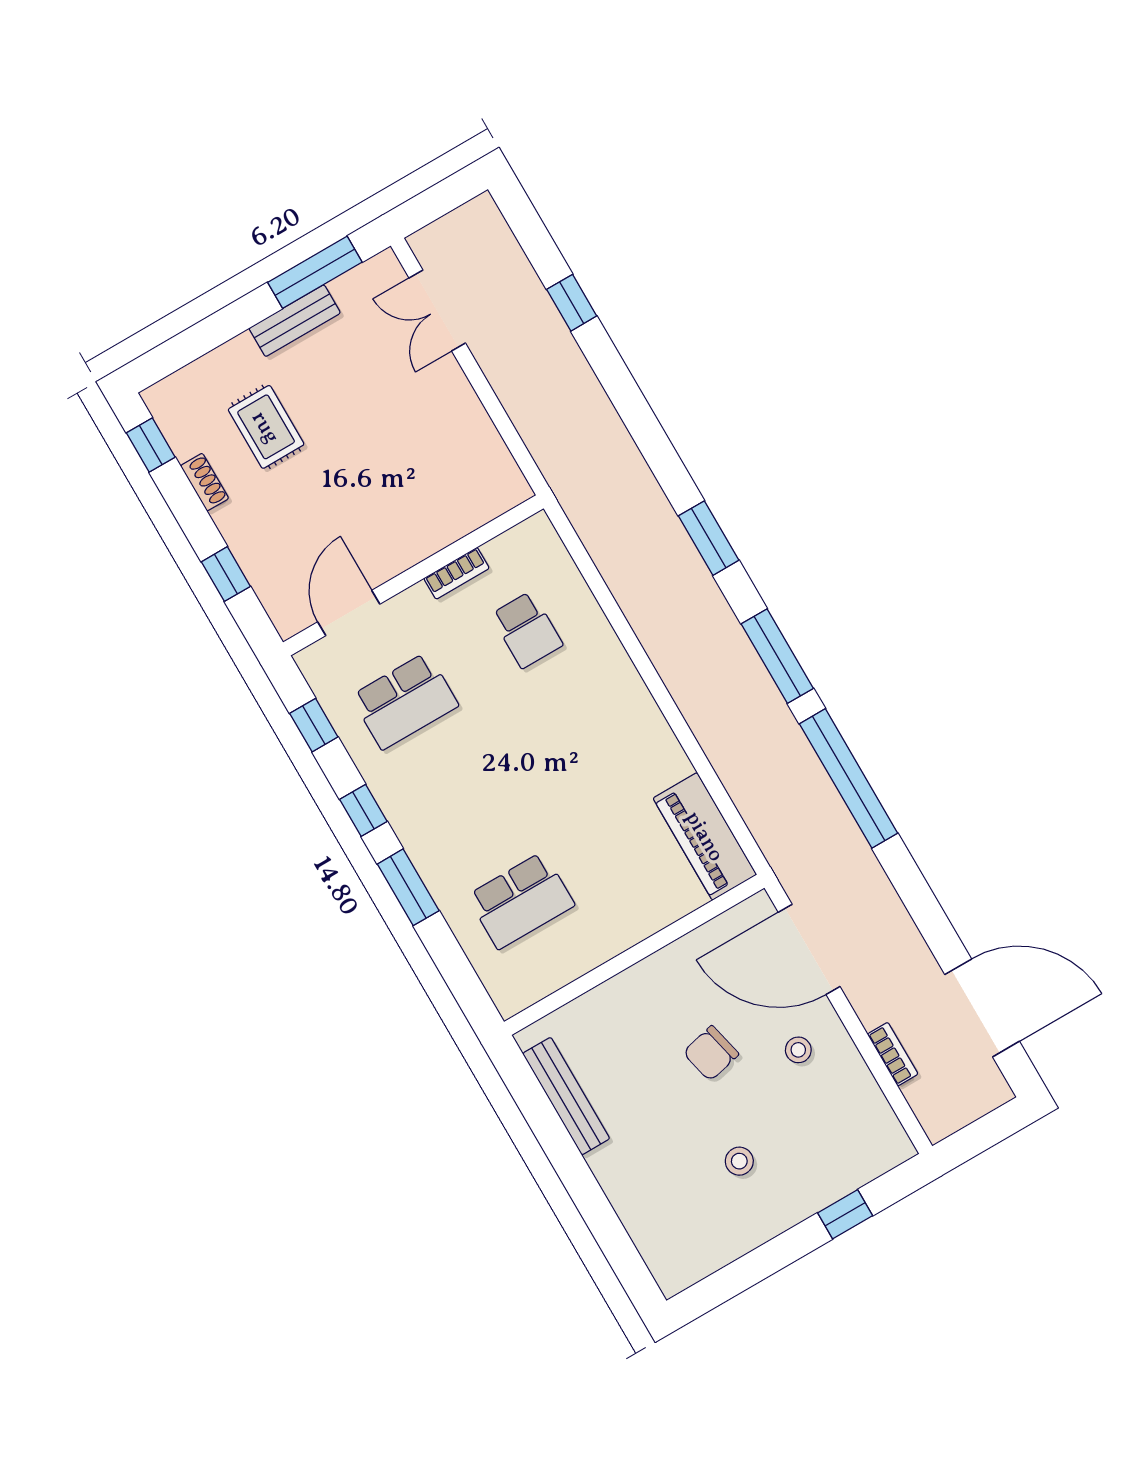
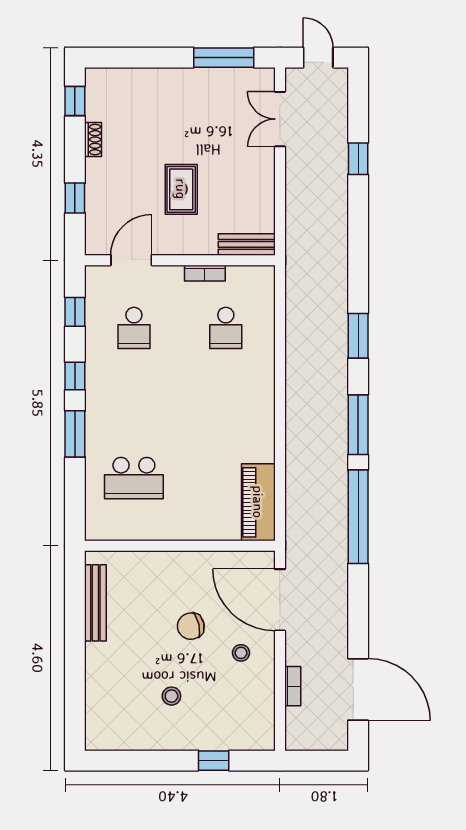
door: (440, 199) -> (318, 58), added
bench: (295, 321) -> (247, 244), moved
rug: (266, 427) -> (181, 189), moved
school desk: (405, 701) -> (134, 328), width x0.54

